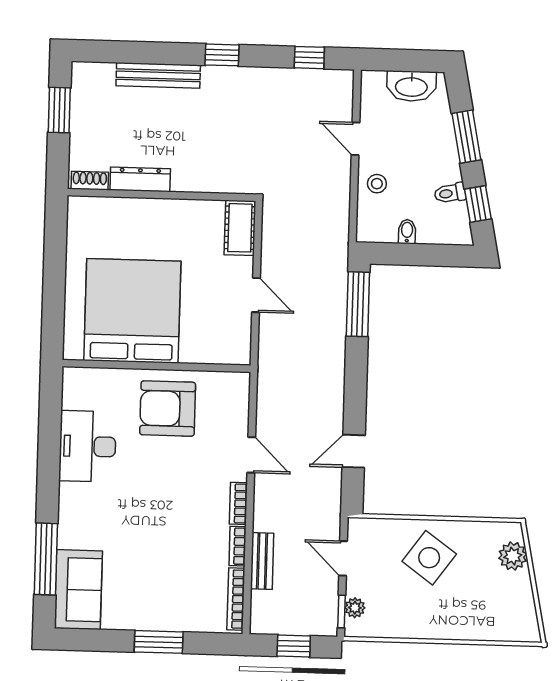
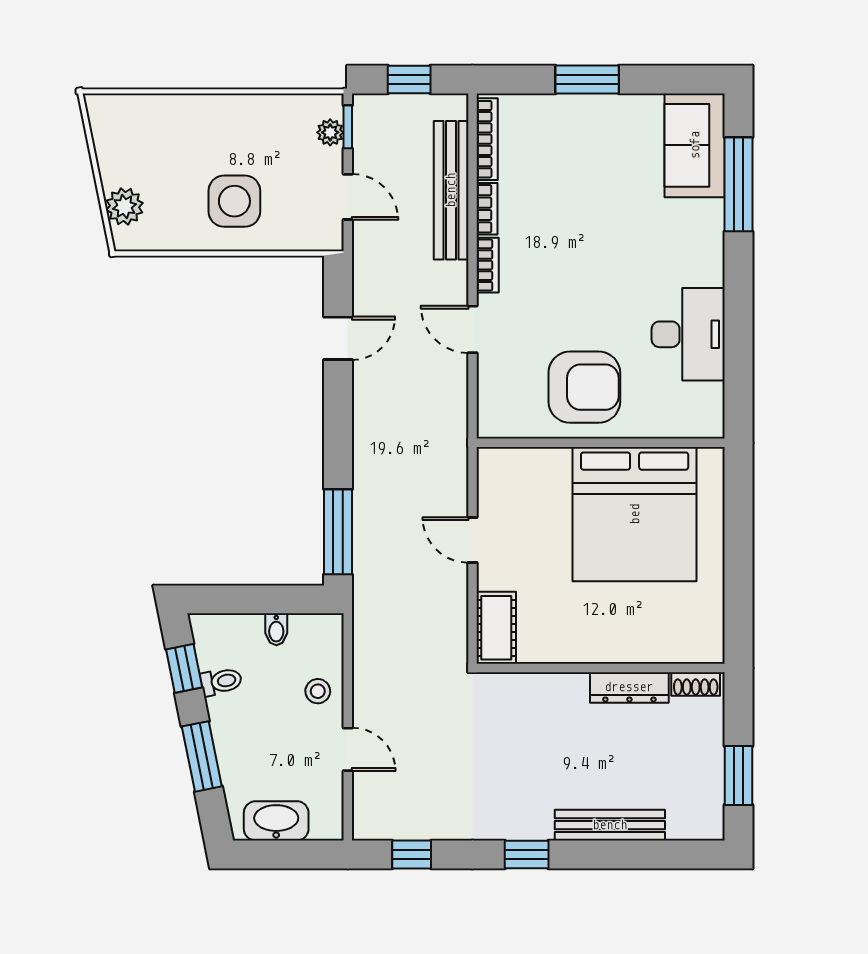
side table: (429, 558) -> (234, 201), turned -36
bench: (262, 561) -> (451, 190), width x1.86, depth x1.21

